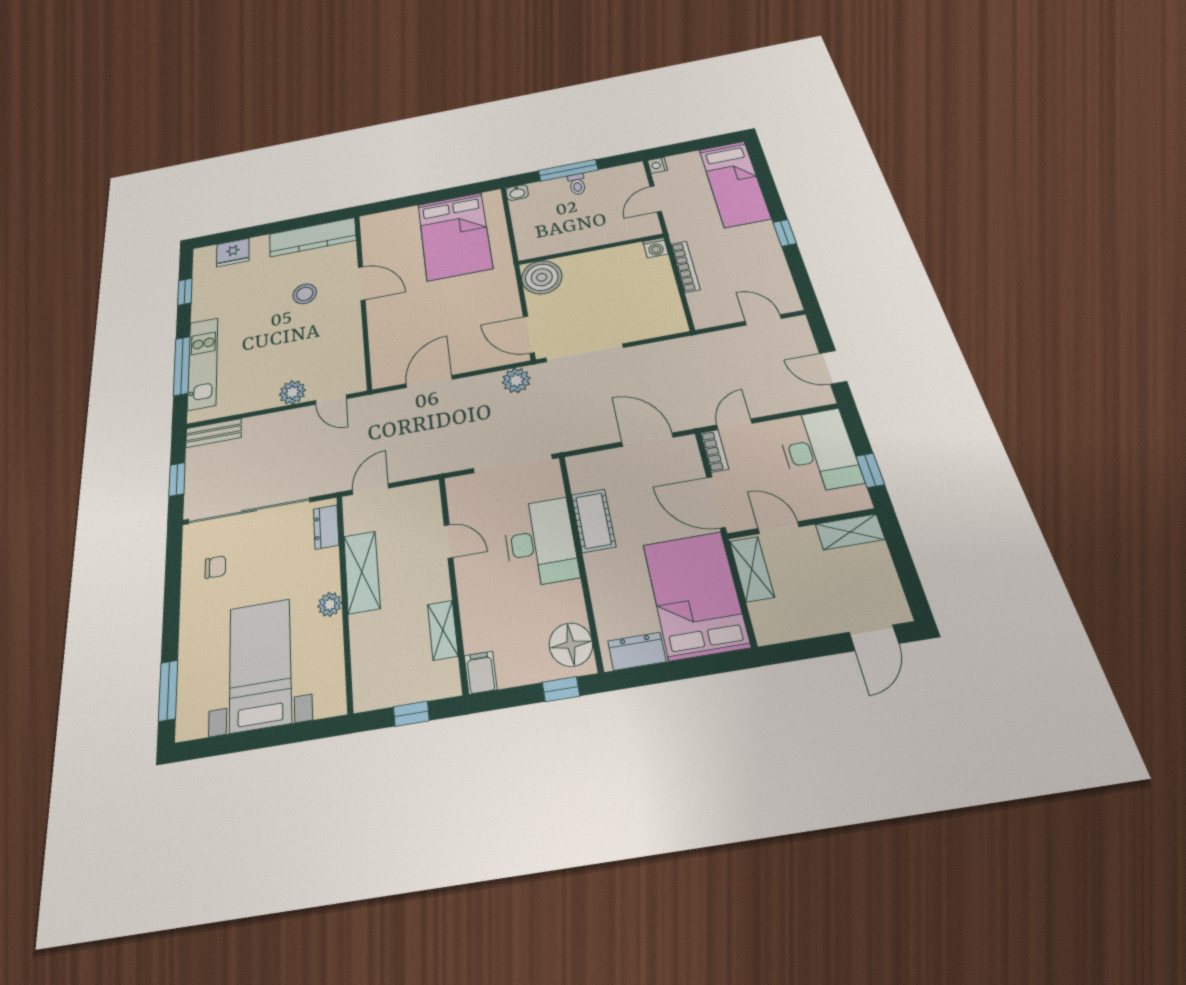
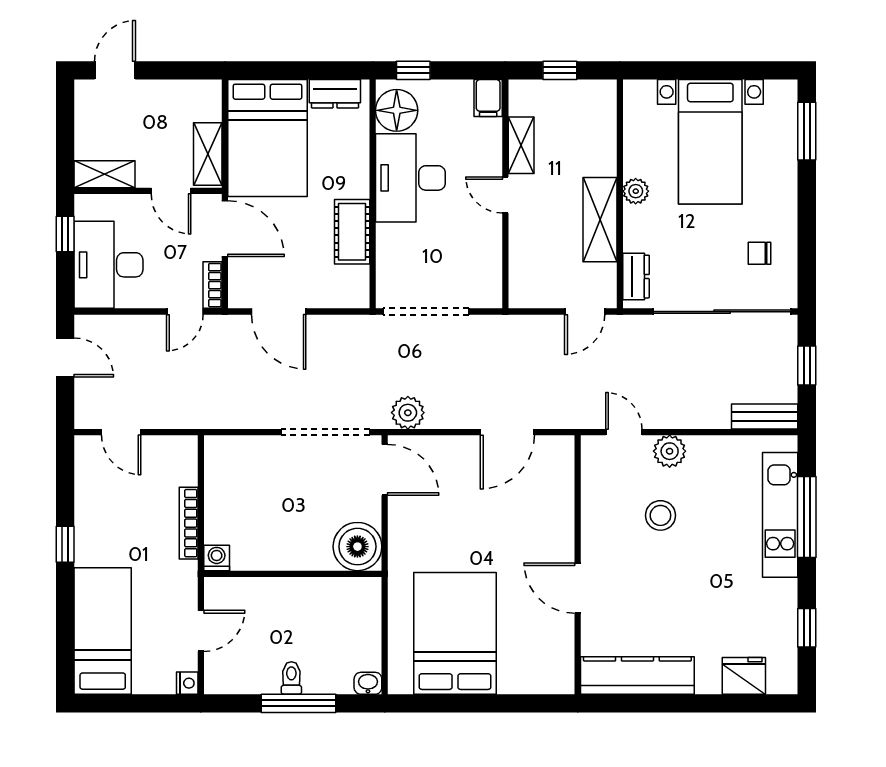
stool: (305, 294) -> (660, 515), moved
door: (449, 541) -> (505, 195), moved
desk: (540, 542) -> (410, 178), moved

